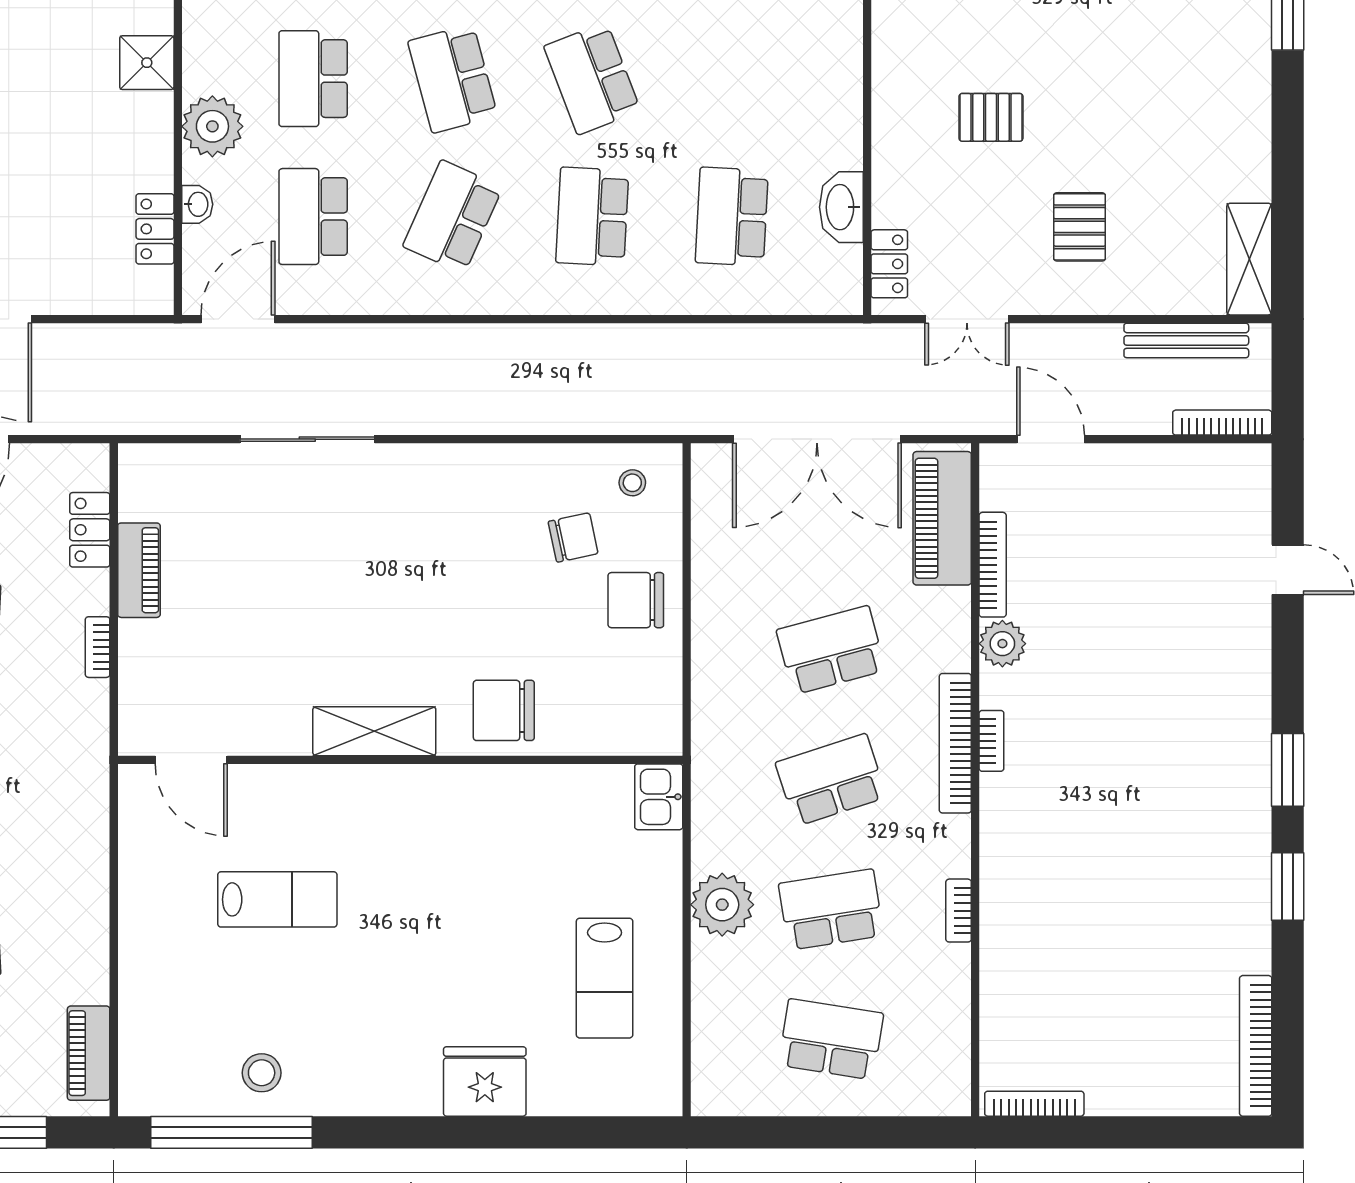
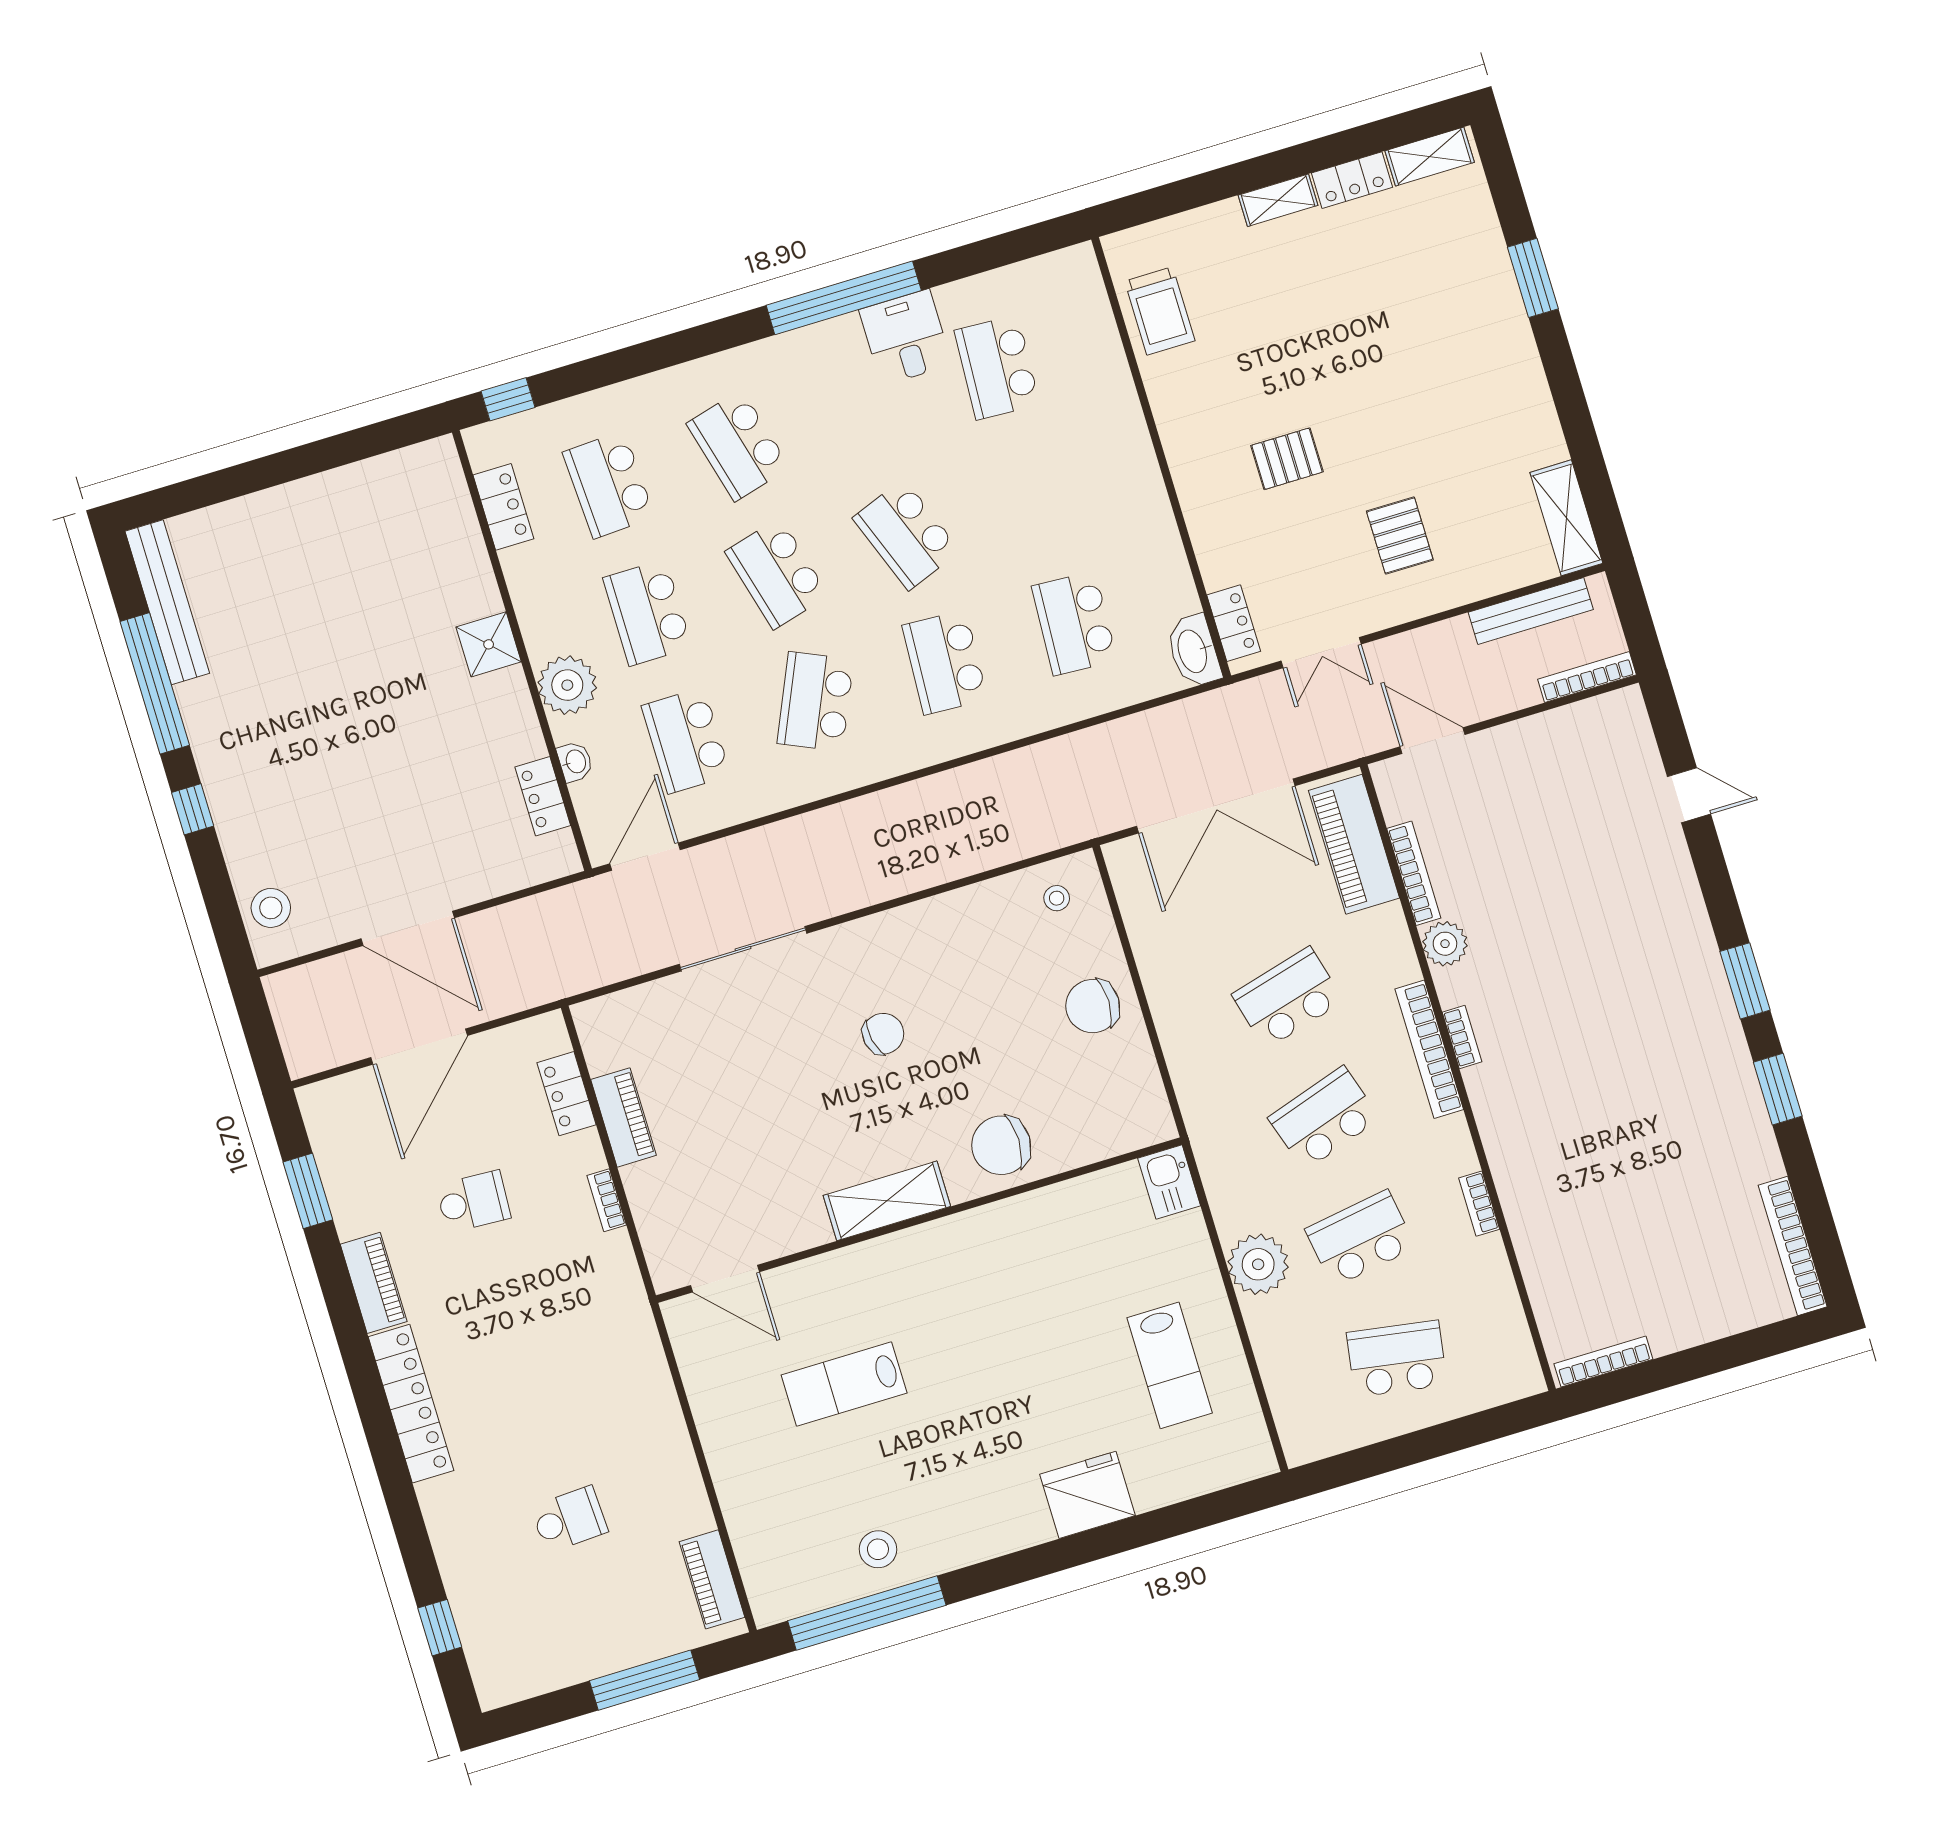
washbasin: (841, 207) -> (1194, 651), moved
chair: (573, 538) -> (883, 1034), moved
lab bench: (277, 899) -> (844, 1384), turned 180

